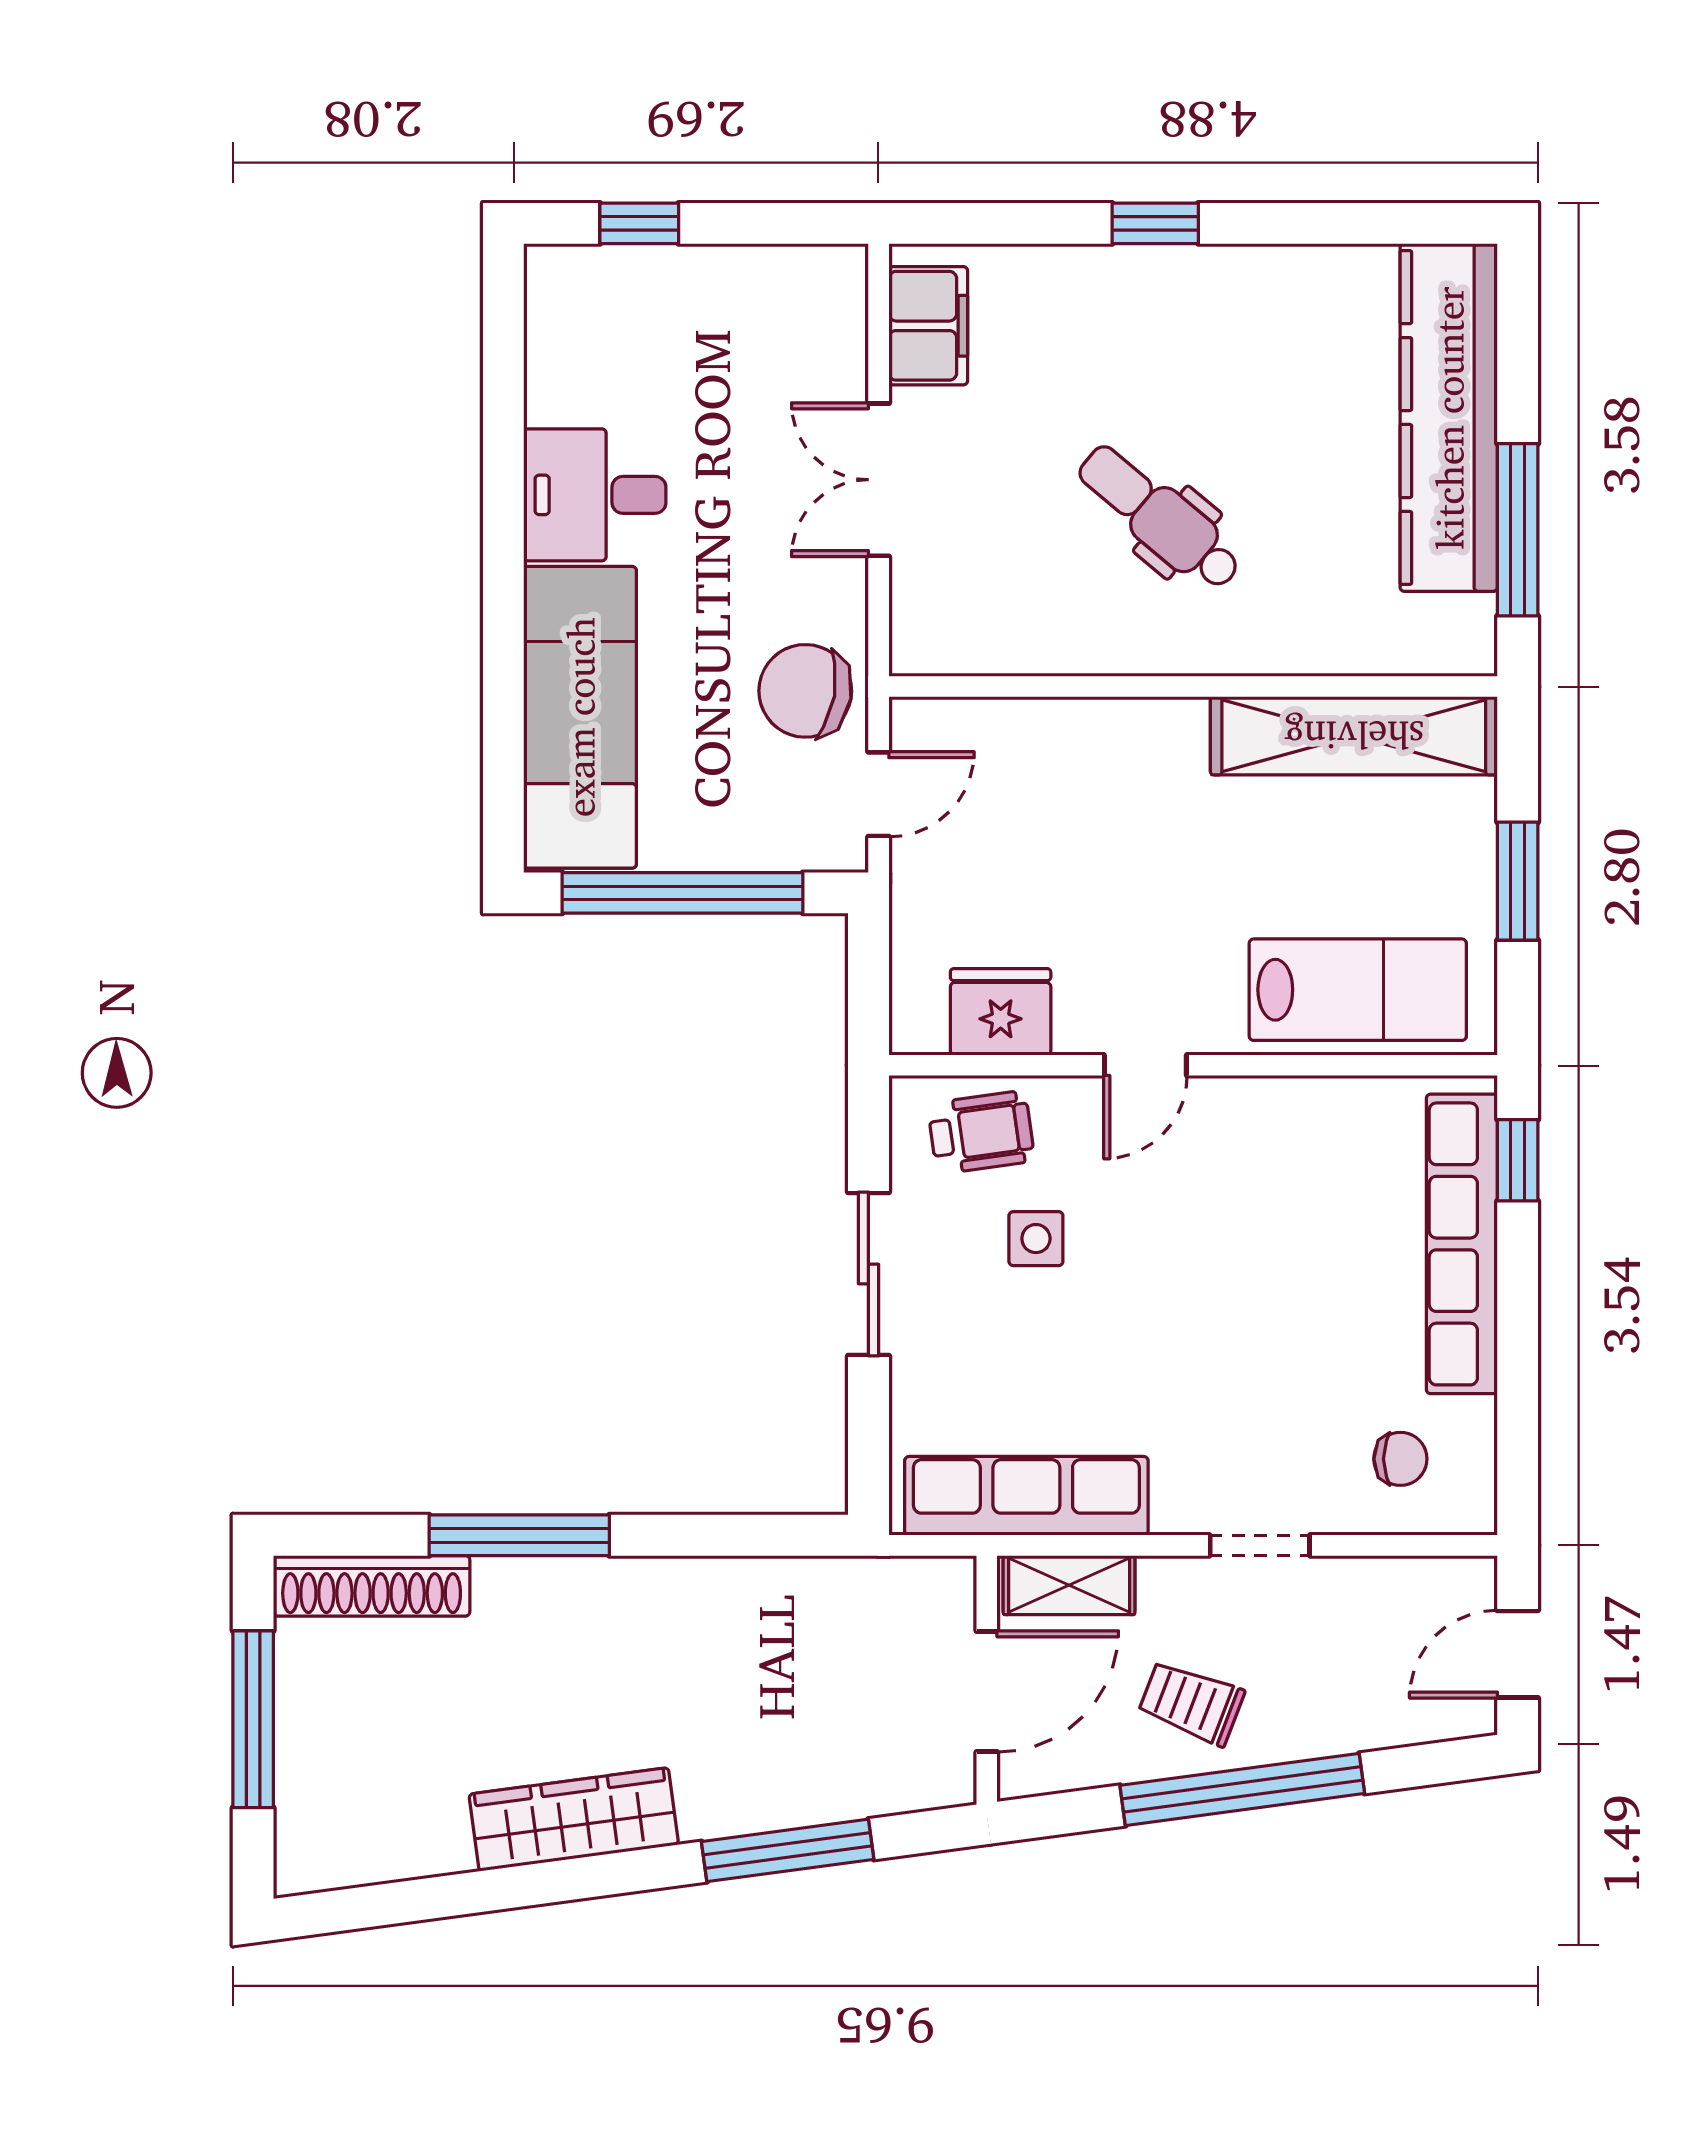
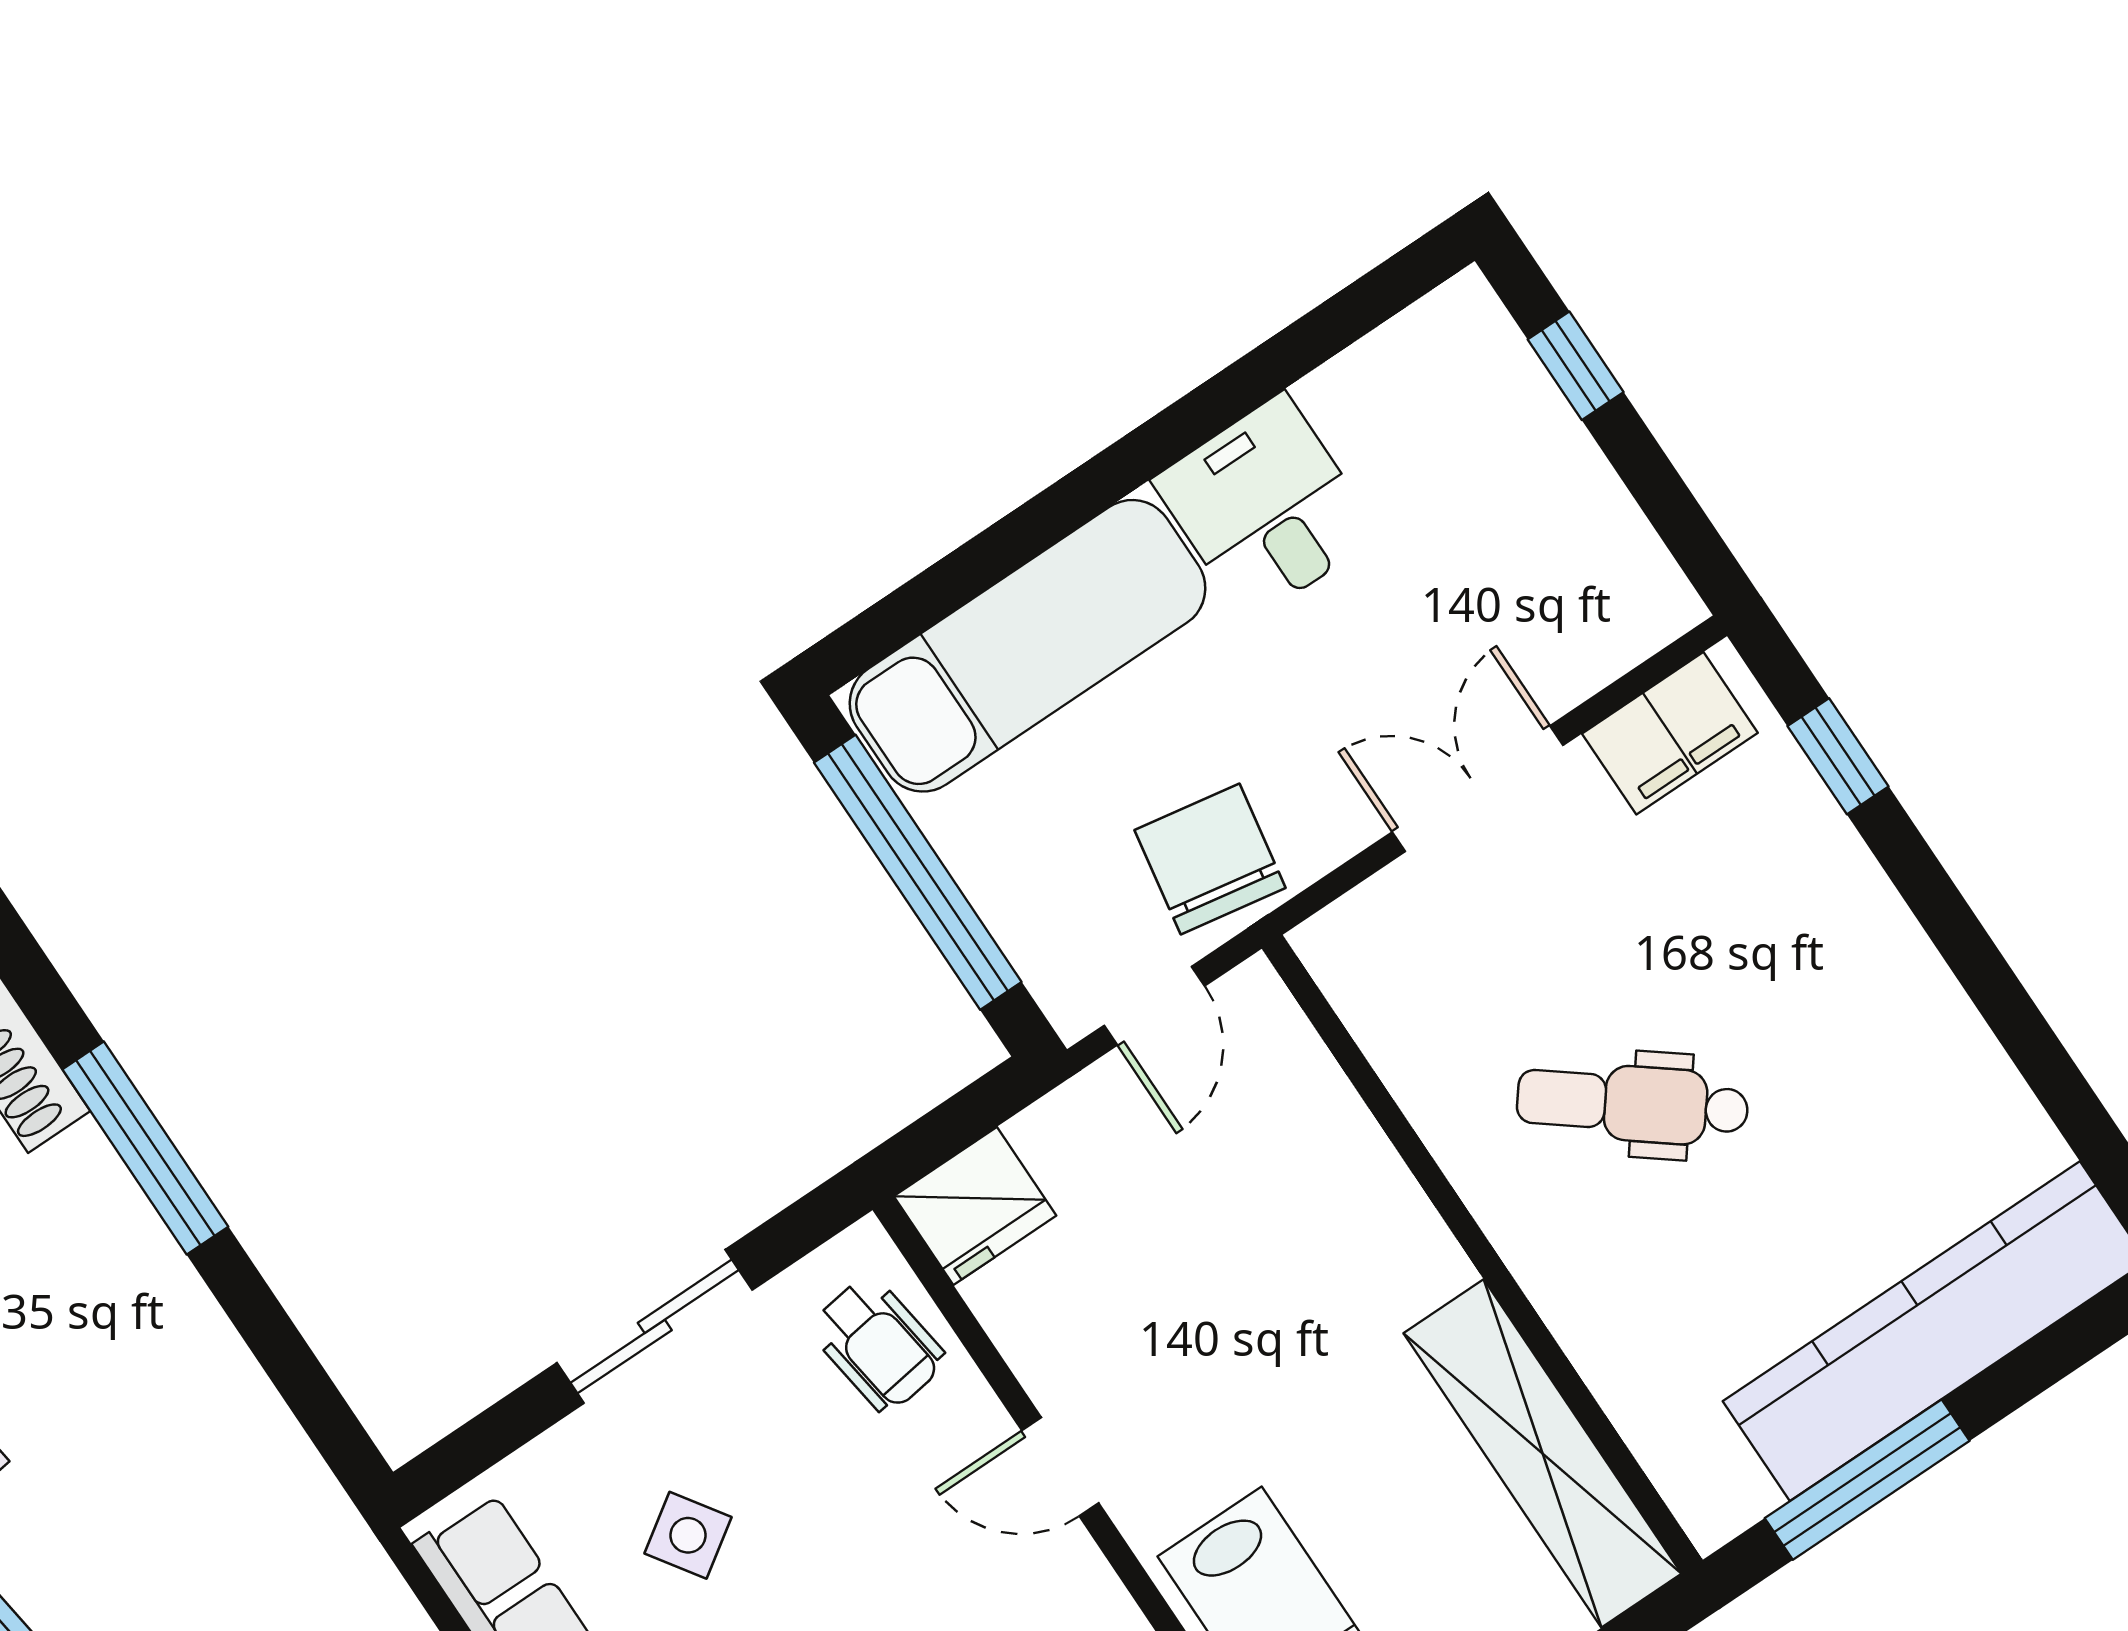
window: (1155, 223) -> (1838, 756), moved
dental chair: (1160, 518) -> (1633, 1104), turned -92
door: (879, 794) -> (1154, 1006), hinge flipped
fridge: (1001, 1012) -> (975, 1206), moved, turned 90
side table: (1036, 1239) -> (688, 1535), moved, turned -34

